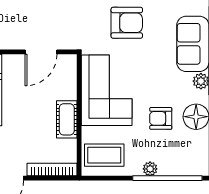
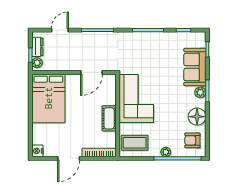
armchair: (127, 23) -> (150, 53), removed
armchair: (161, 118) -> (192, 140), moved

